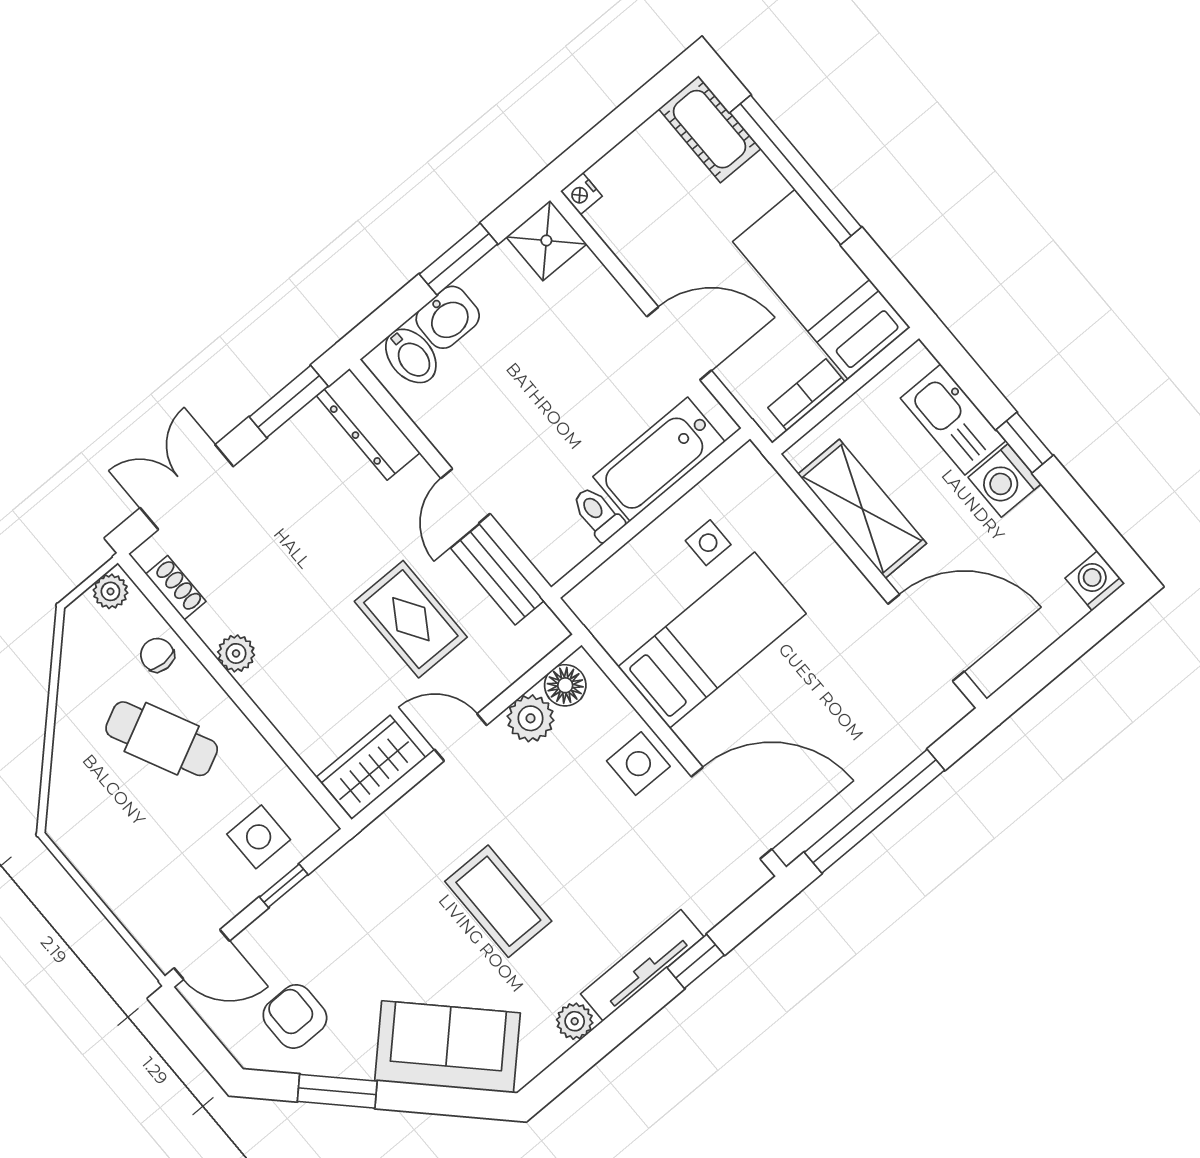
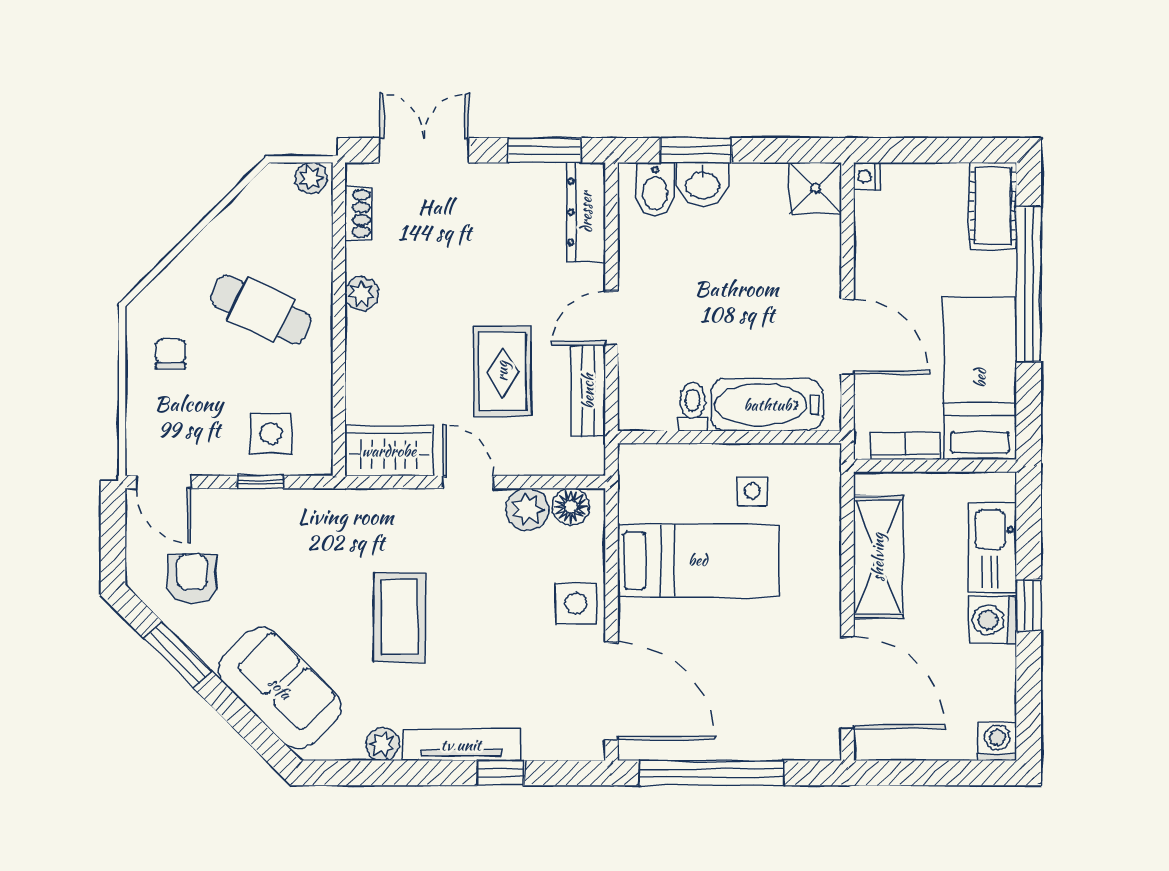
window: (459, 259) -> (696, 150), moved
chair: (157, 655) -> (171, 354), moved
cafe table: (162, 739) -> (261, 310), turned -38

